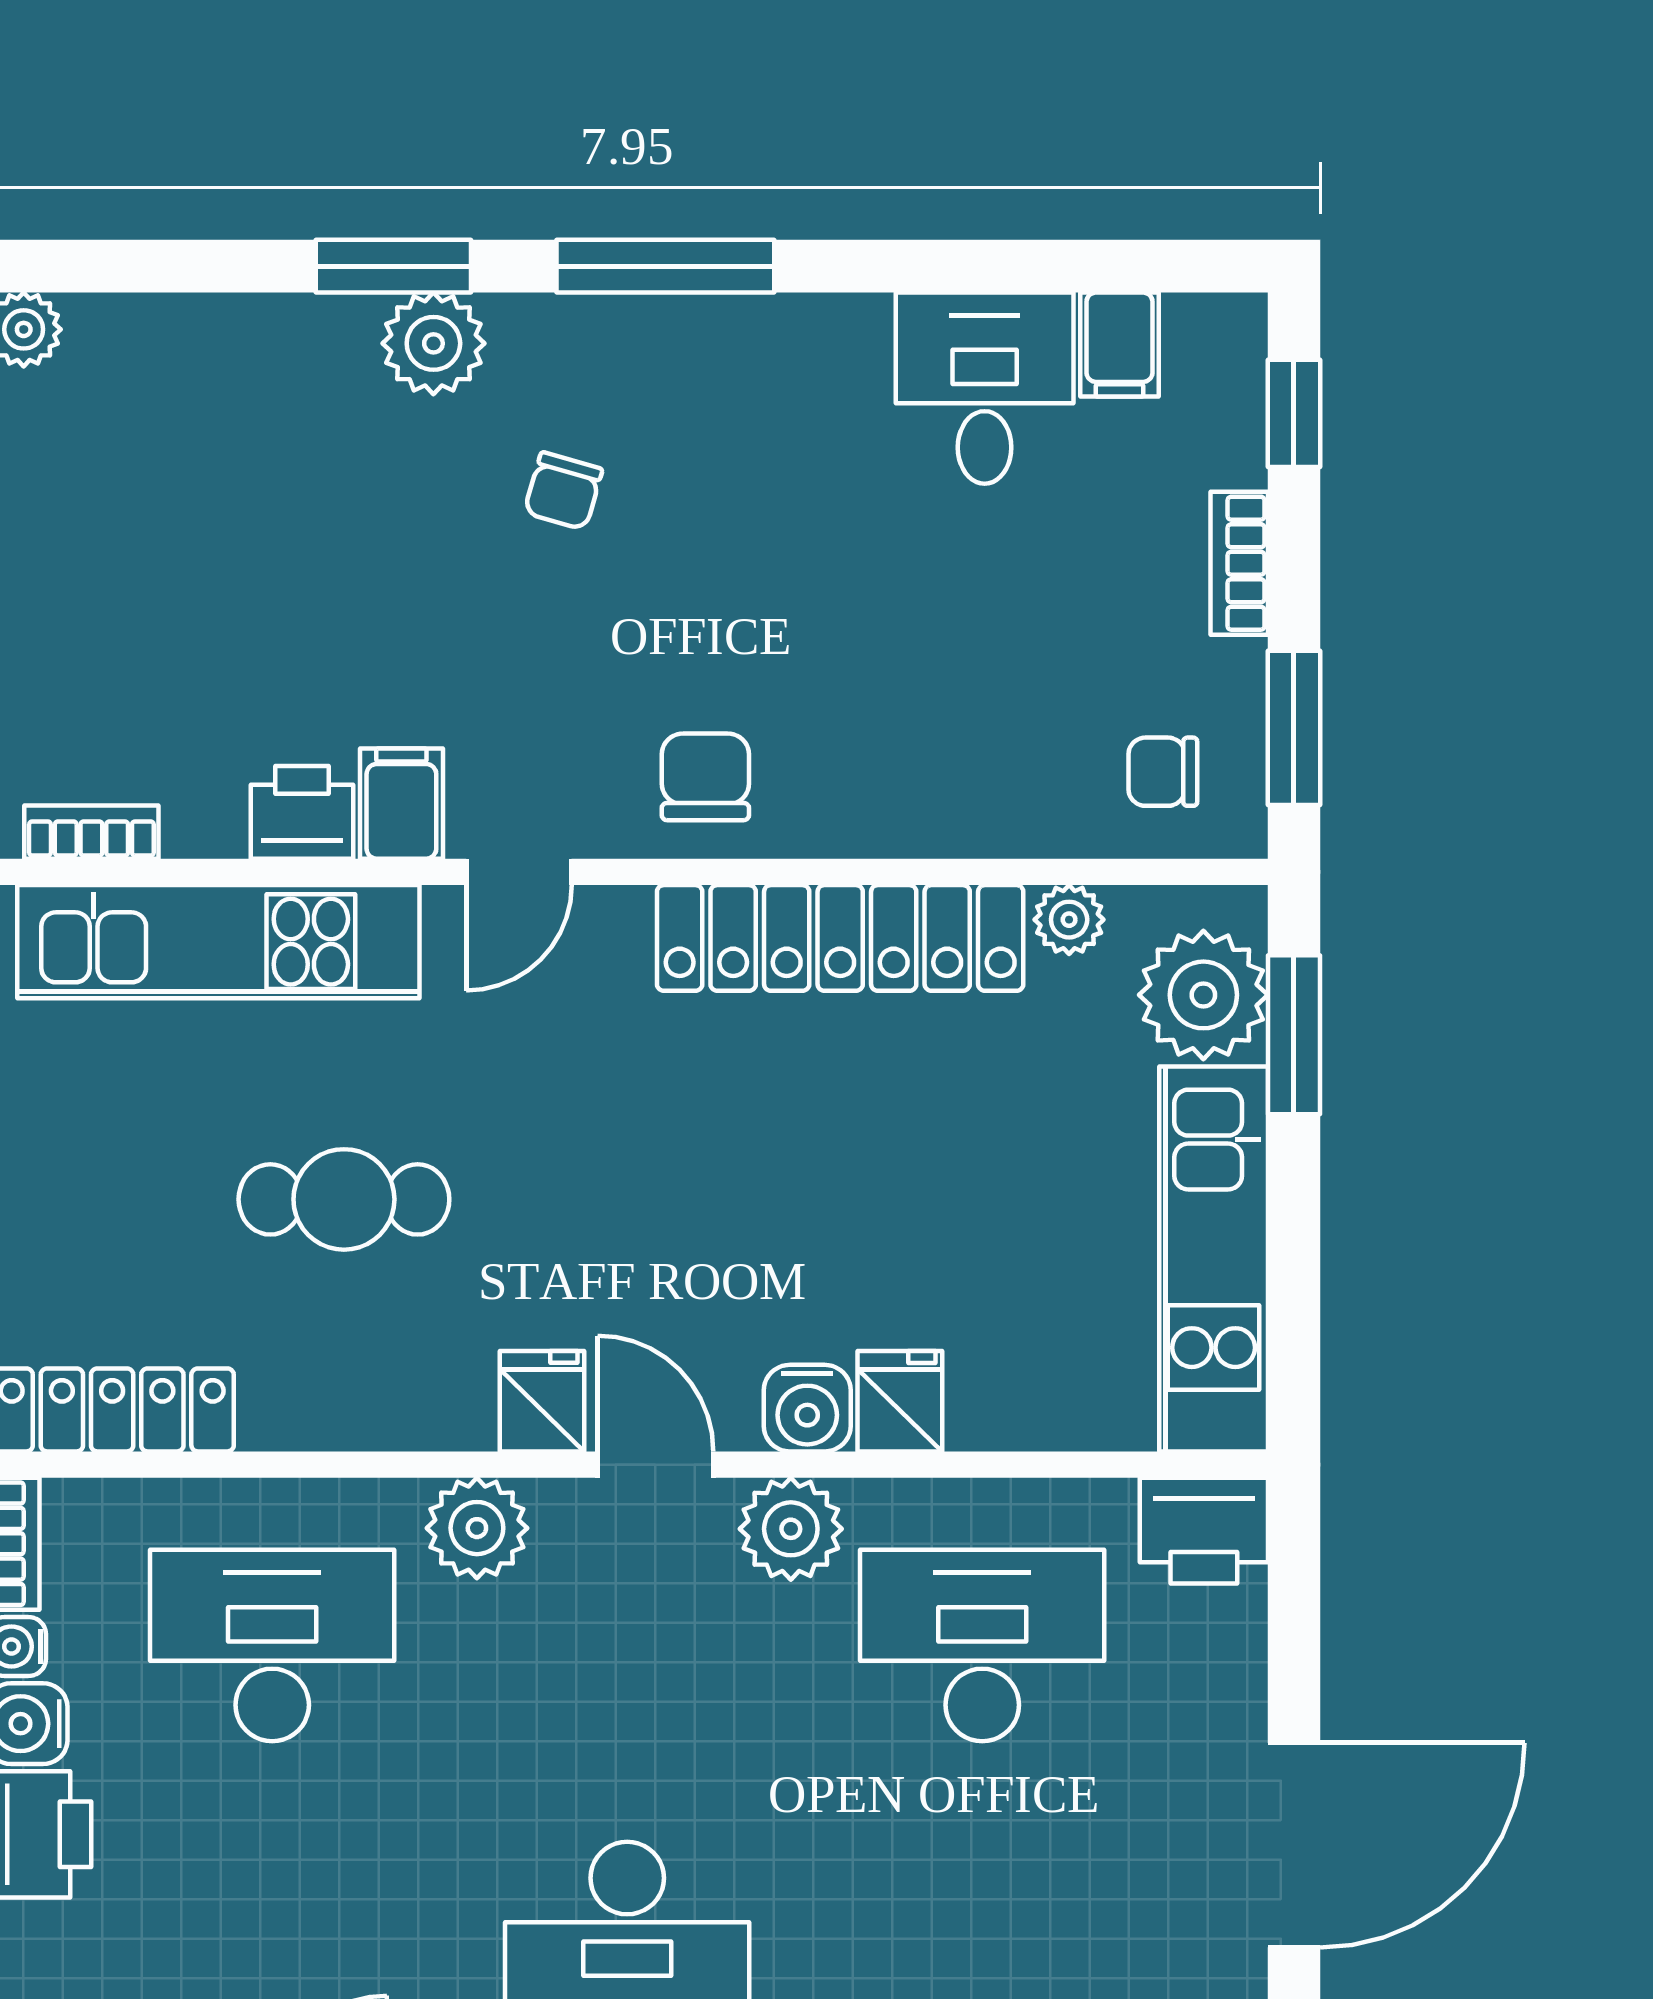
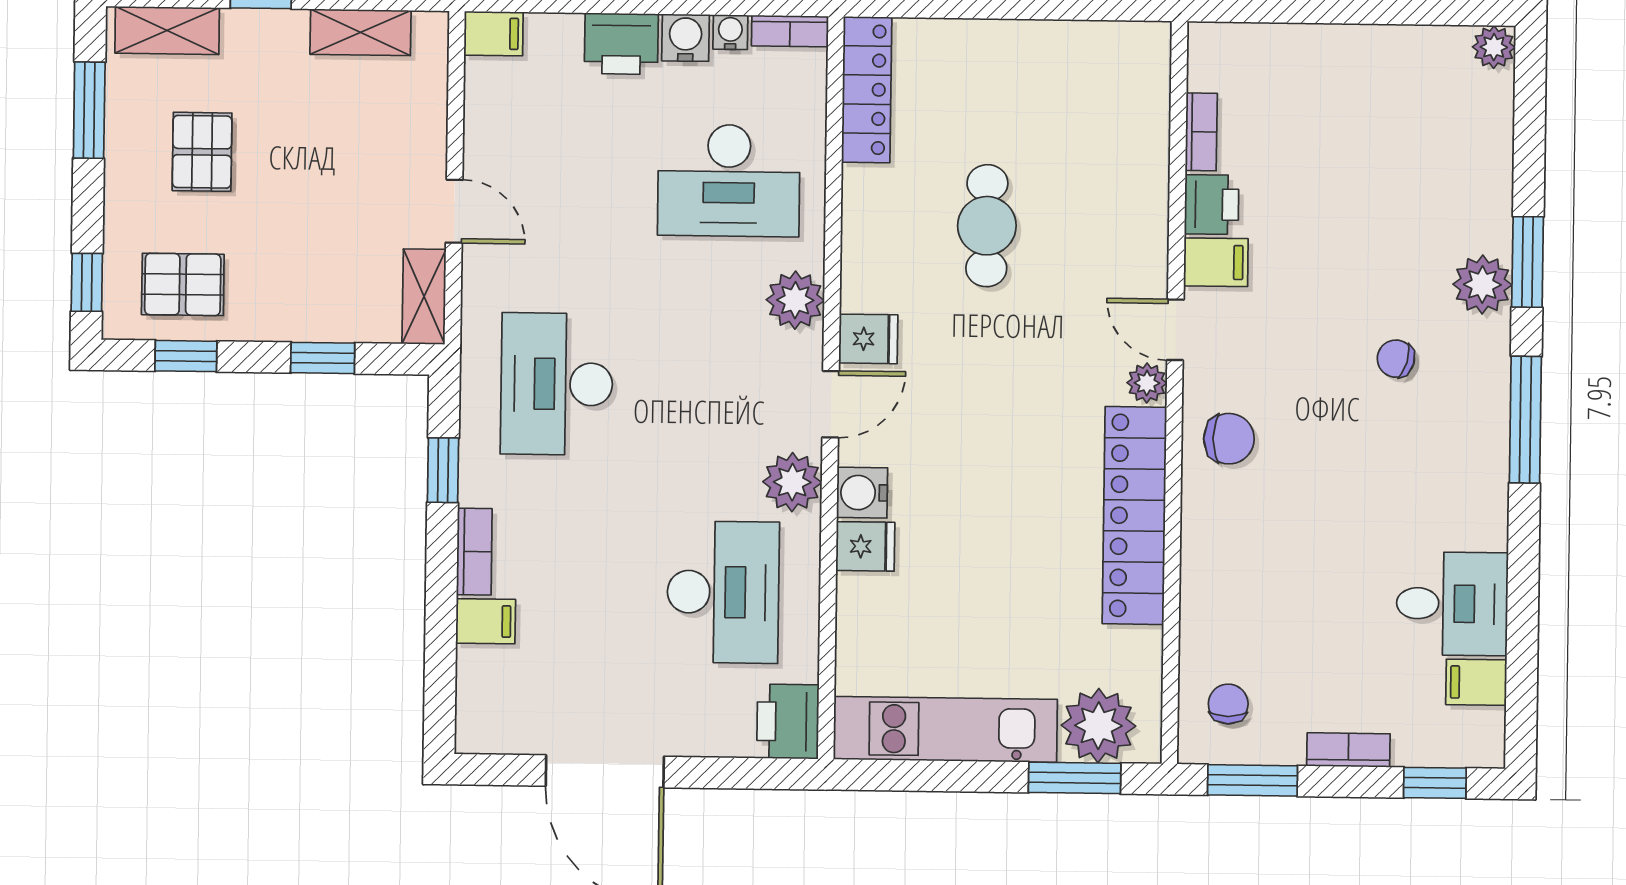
bookcase: (91, 832) -> (1201, 132), moved
plant: (1069, 920) -> (1147, 383), moved
kitchen unit: (218, 942) -> (1137, 155), removed
desk: (272, 1646) -> (729, 180), turned 90

